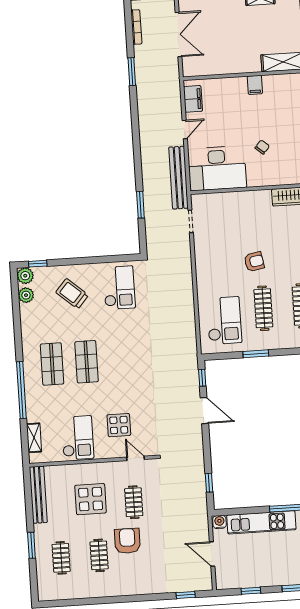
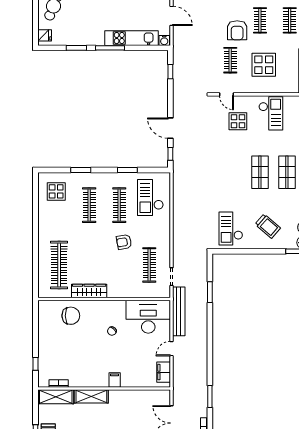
clothes rail: (220, 234) -> (149, 265), added
checkout: (77, 438) -> (271, 113), turned 180

